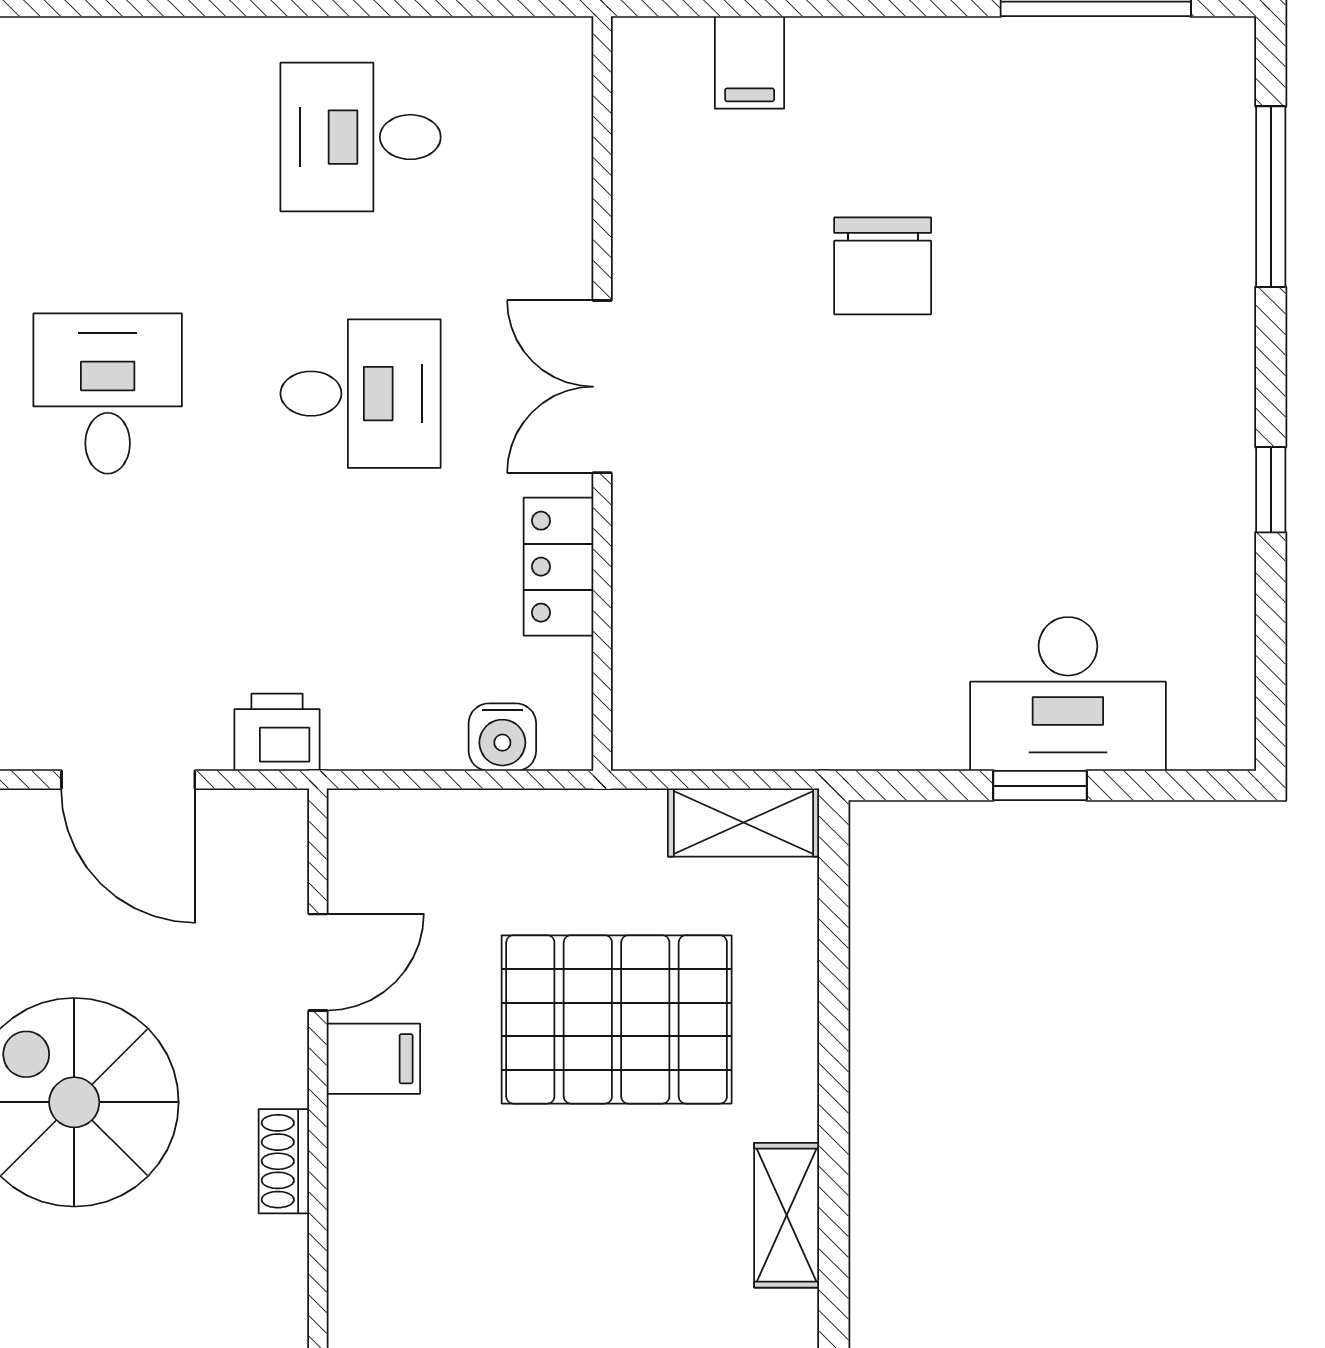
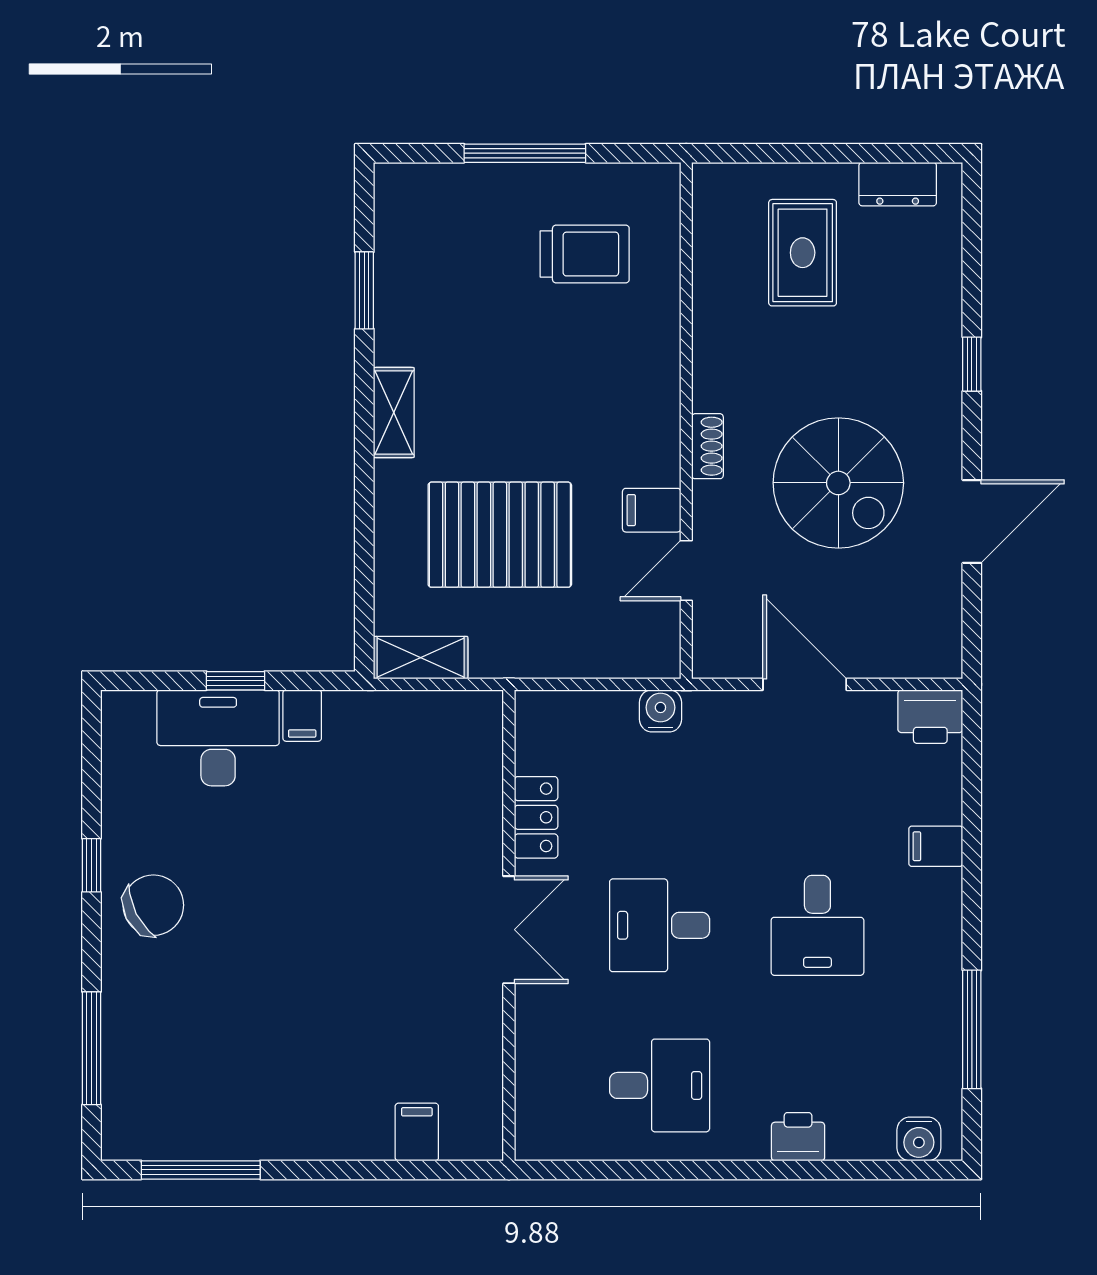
chair: (883, 266) -> (153, 905), moved, turned 63
filing cabinet: (933, 730) -> (302, 716), added
printer: (277, 732) -> (798, 1137), moved, turned 180
water cooler: (502, 737) -> (660, 711), moved

